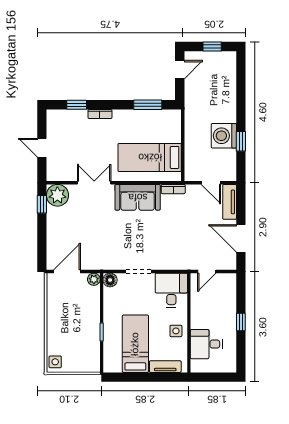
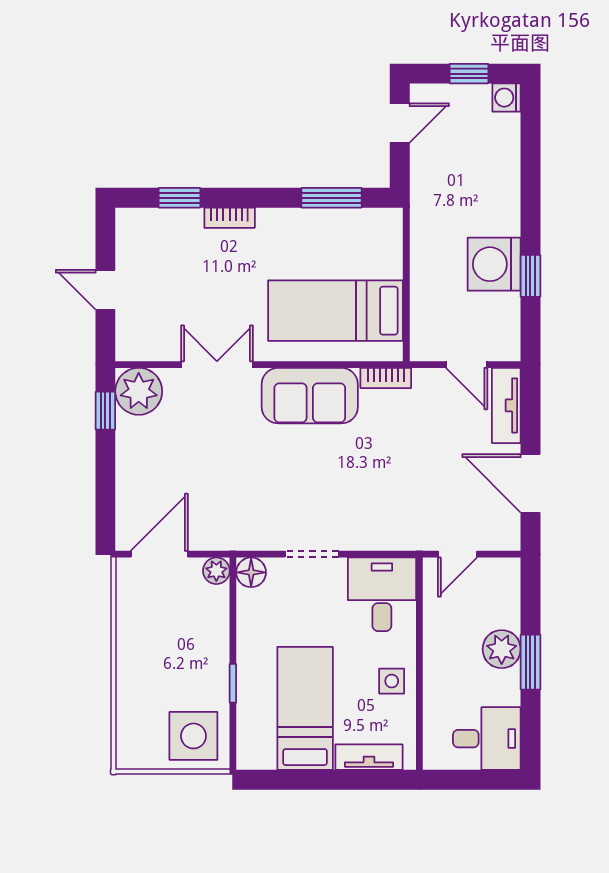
washing machine: (230, 58) -> (506, 98), added
plant: (227, 316) -> (502, 649), added
window: (241, 322) -> (530, 662), width x1.50
desk: (206, 344) -> (487, 739), moved, turned 180
side table: (55, 362) -> (193, 736), moved, width x1.87, depth x1.87

